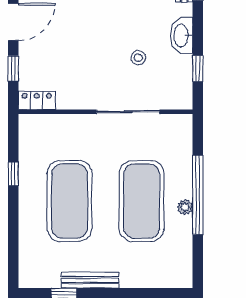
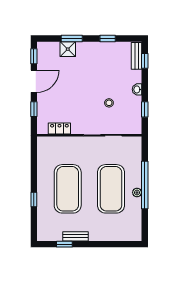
washbasin: (182, 35) -> (137, 89), width x0.52, depth x0.69
locker: (37, 100) -> (59, 128), moved
window: (13, 174) -> (34, 199), moved
bench: (90, 280) -> (75, 236), width x0.73

